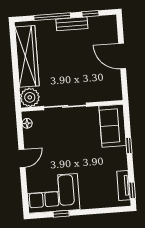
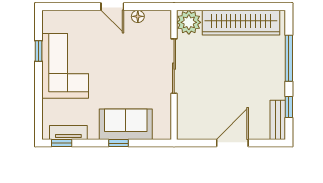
bench: (72, 24) -> (278, 120), moved
floor lamp: (27, 123) -> (138, 16), moved
sofa: (113, 126) -> (126, 124), moved
corner sofa: (53, 193) -> (65, 66), moved

